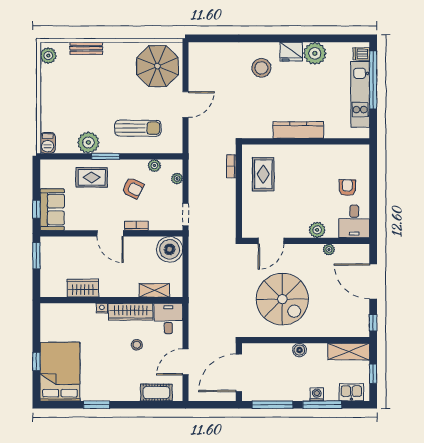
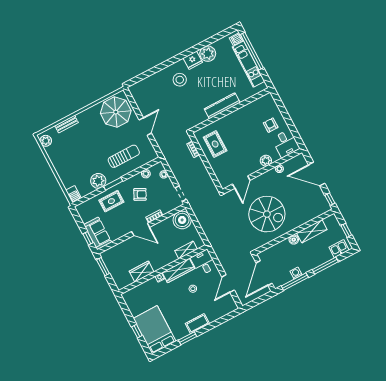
shelving: (349, 352) -> (312, 231), moved
cot: (156, 393) -> (197, 324), moved
washing machine: (317, 394) -> (296, 273), moved

